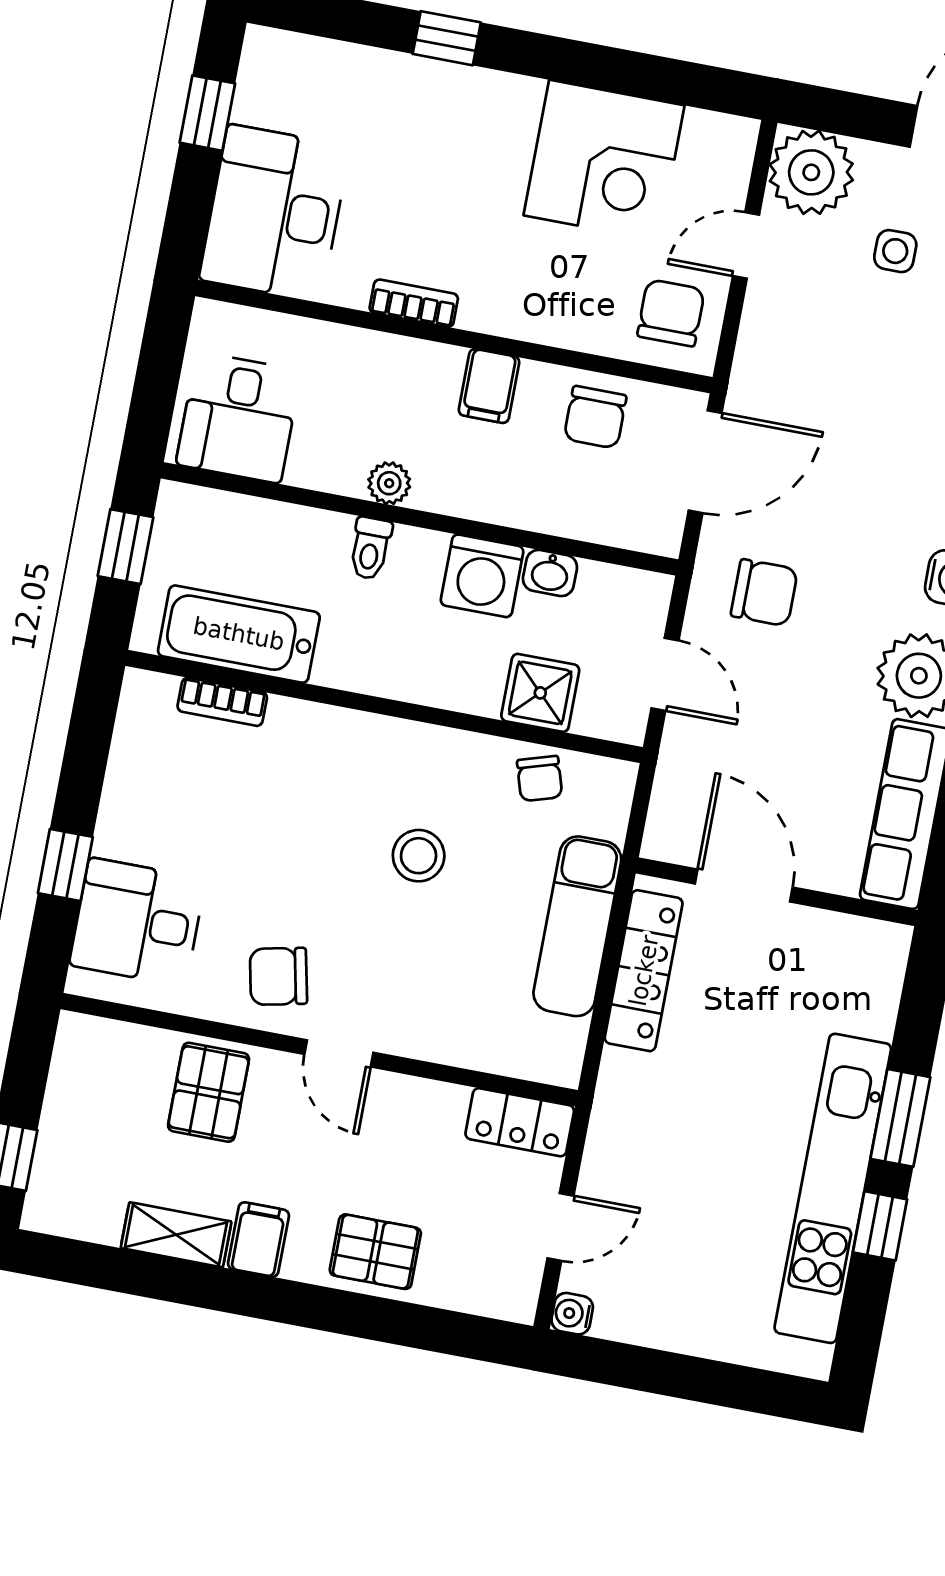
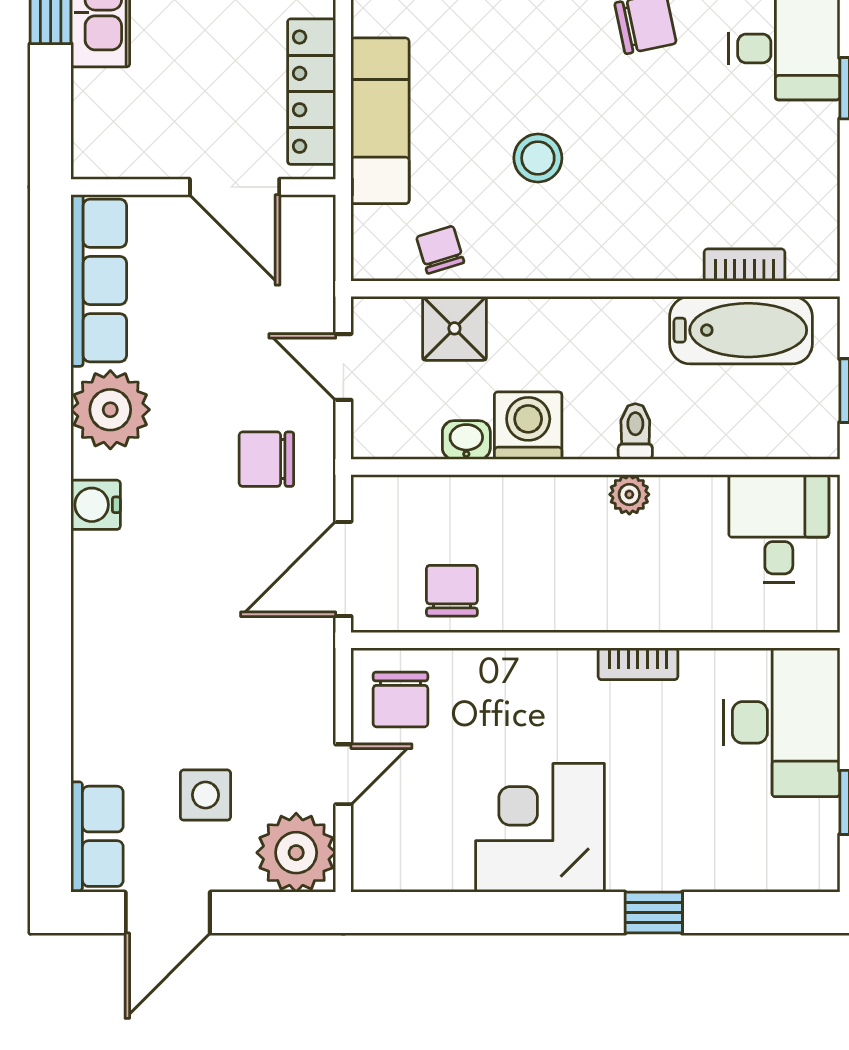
corner desk: (604, 160) -> (540, 828), moved
side table: (895, 251) -> (205, 795), width x1.37, depth x1.37
filing cabinet: (489, 386) -> (555, 601), removed

